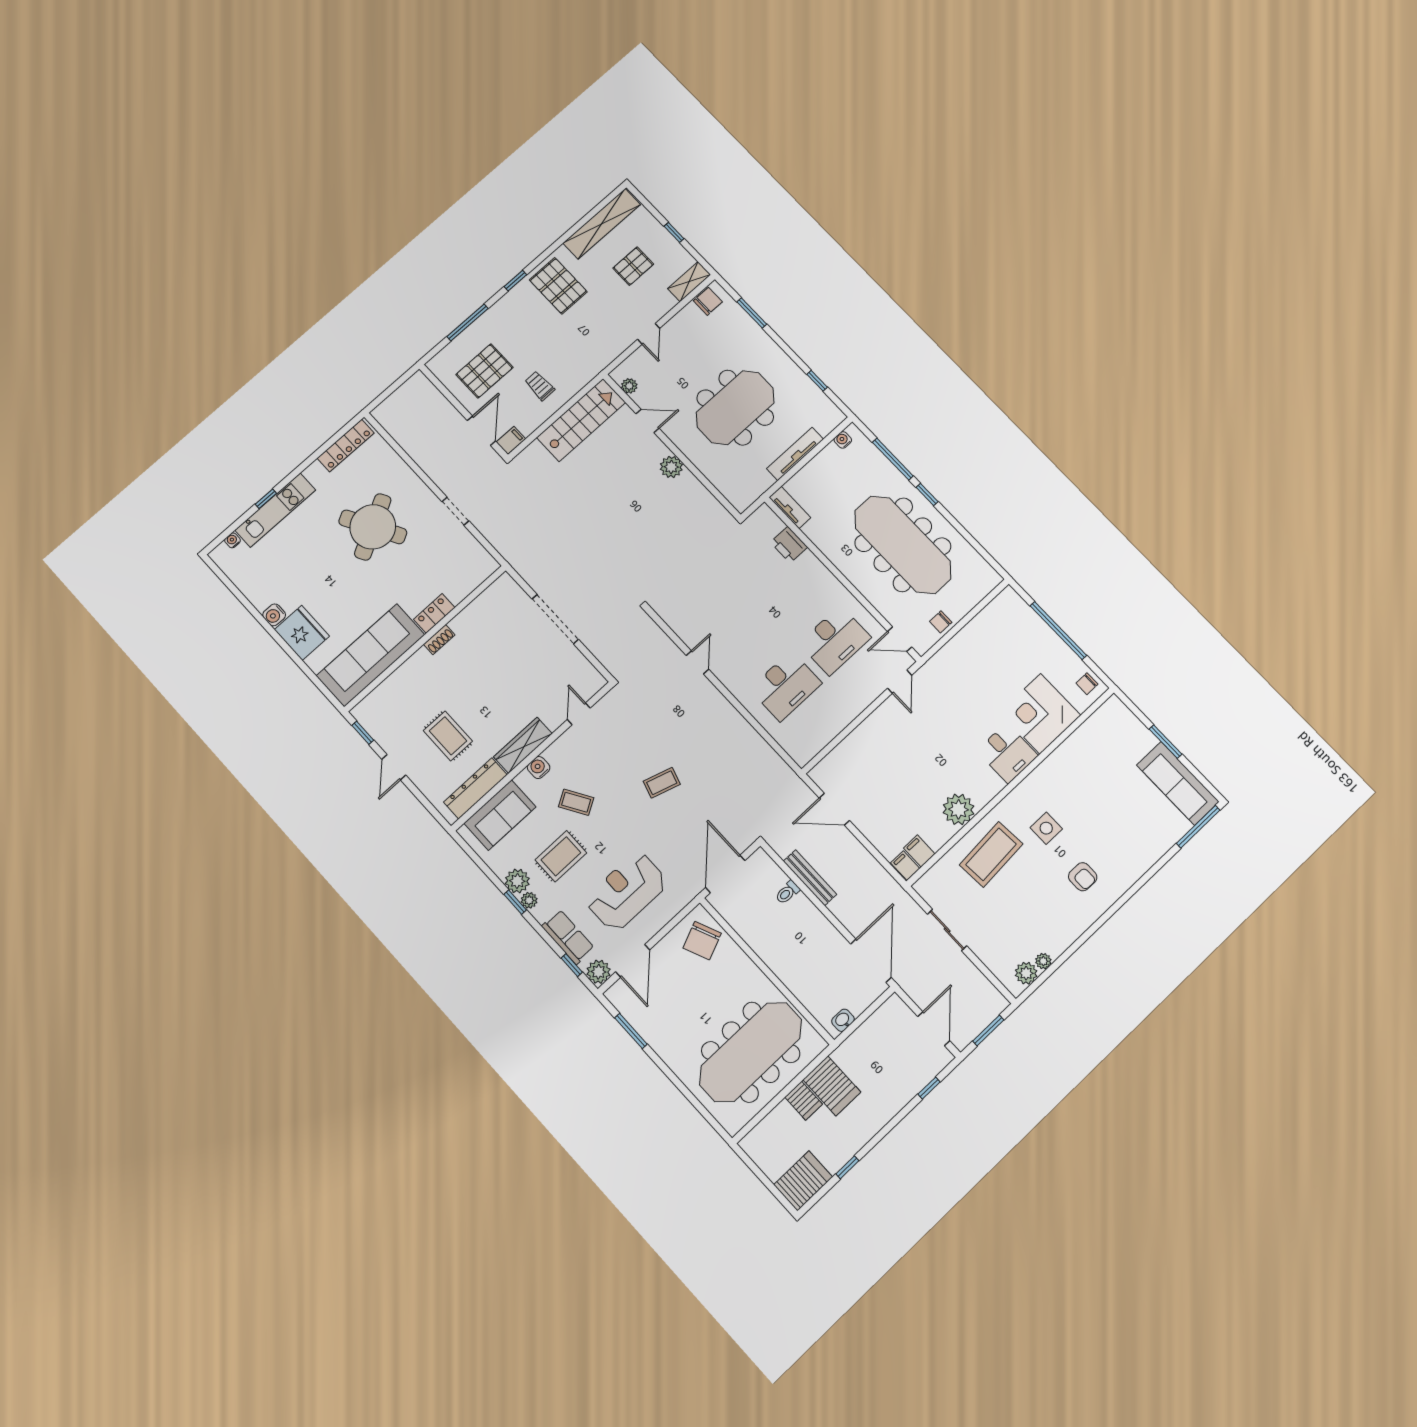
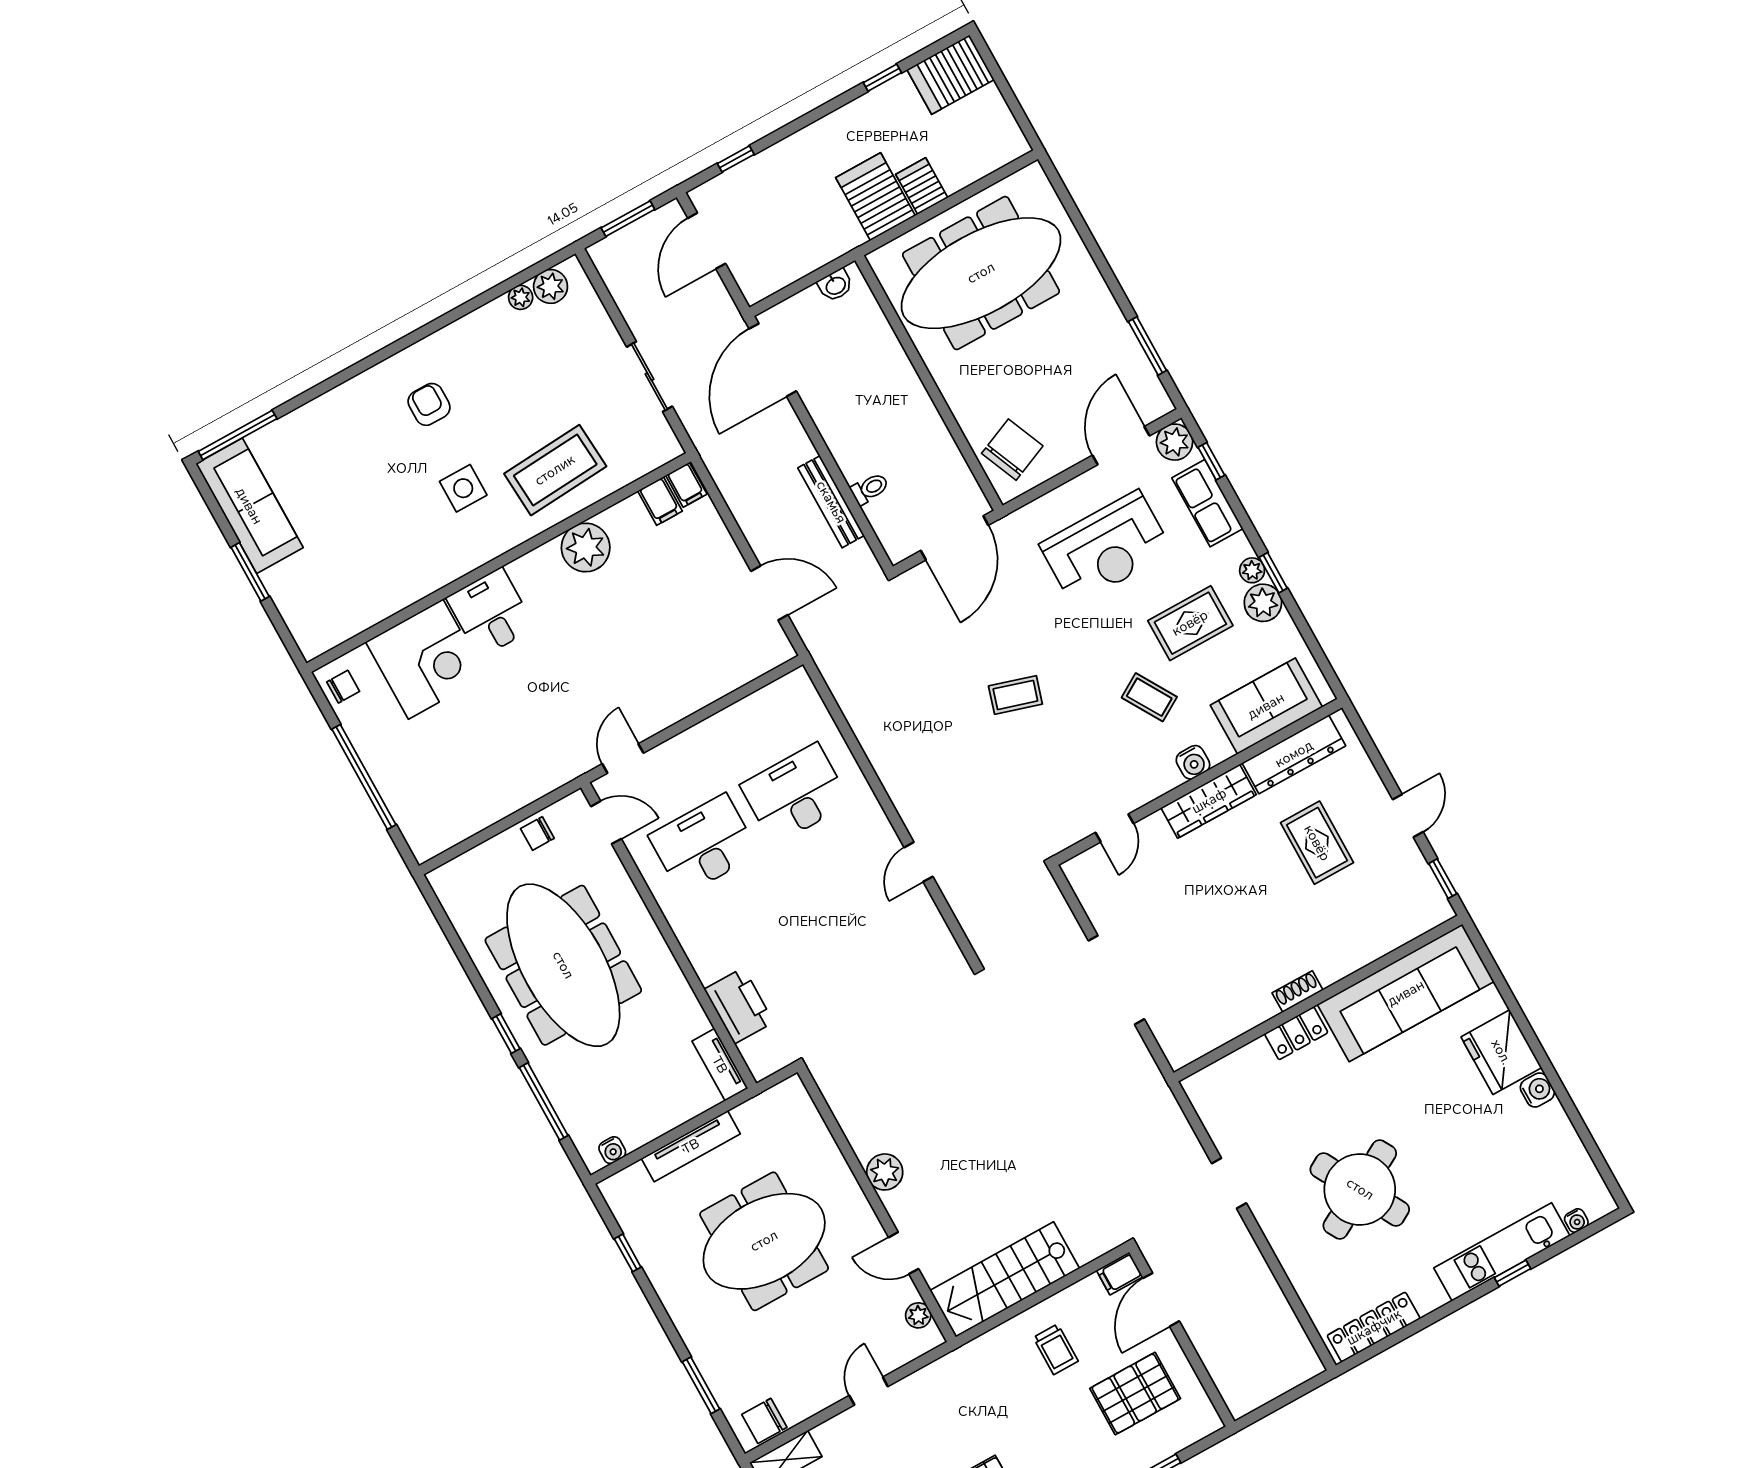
printer: (789, 545) -> (739, 1006), width x1.37, depth x1.19
chair: (941, 622) -> (537, 833), turned 180

